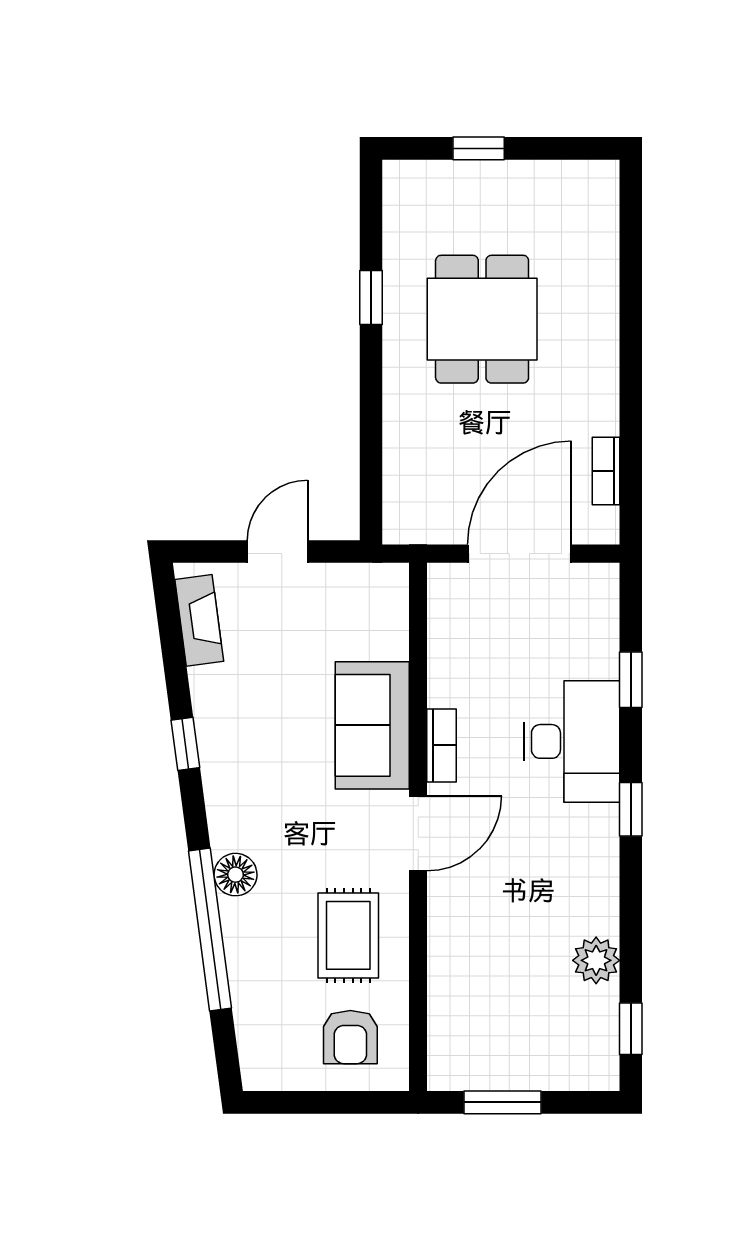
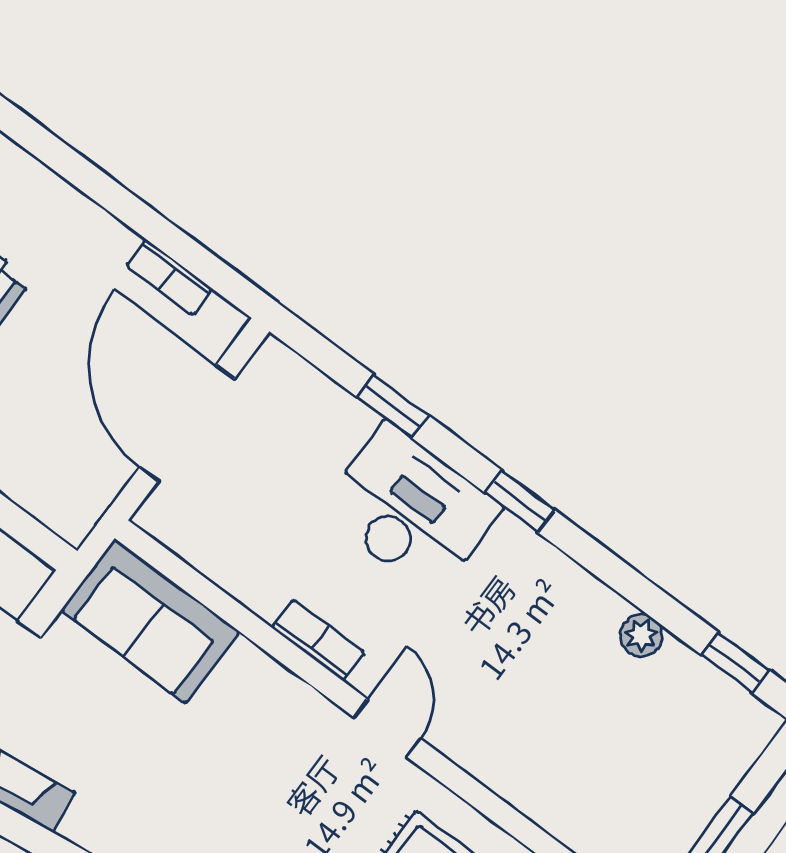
sofa: (372, 725) -> (150, 621), moved
door: (418, 833) -> (387, 728), width x0.73
plant: (596, 960) -> (641, 635), width x0.73, depth x0.73

